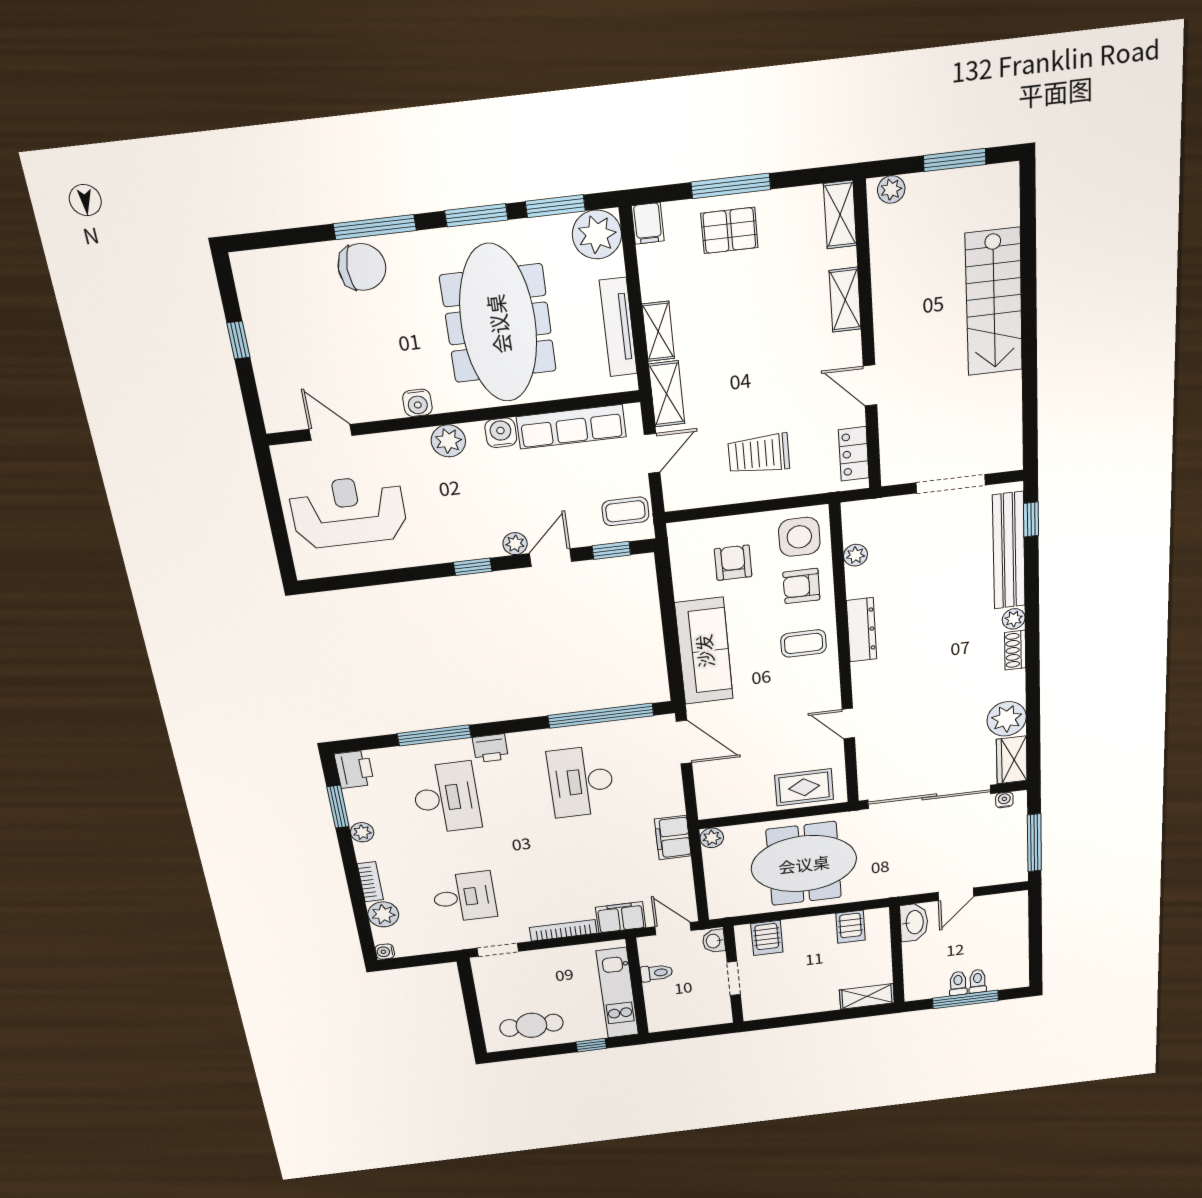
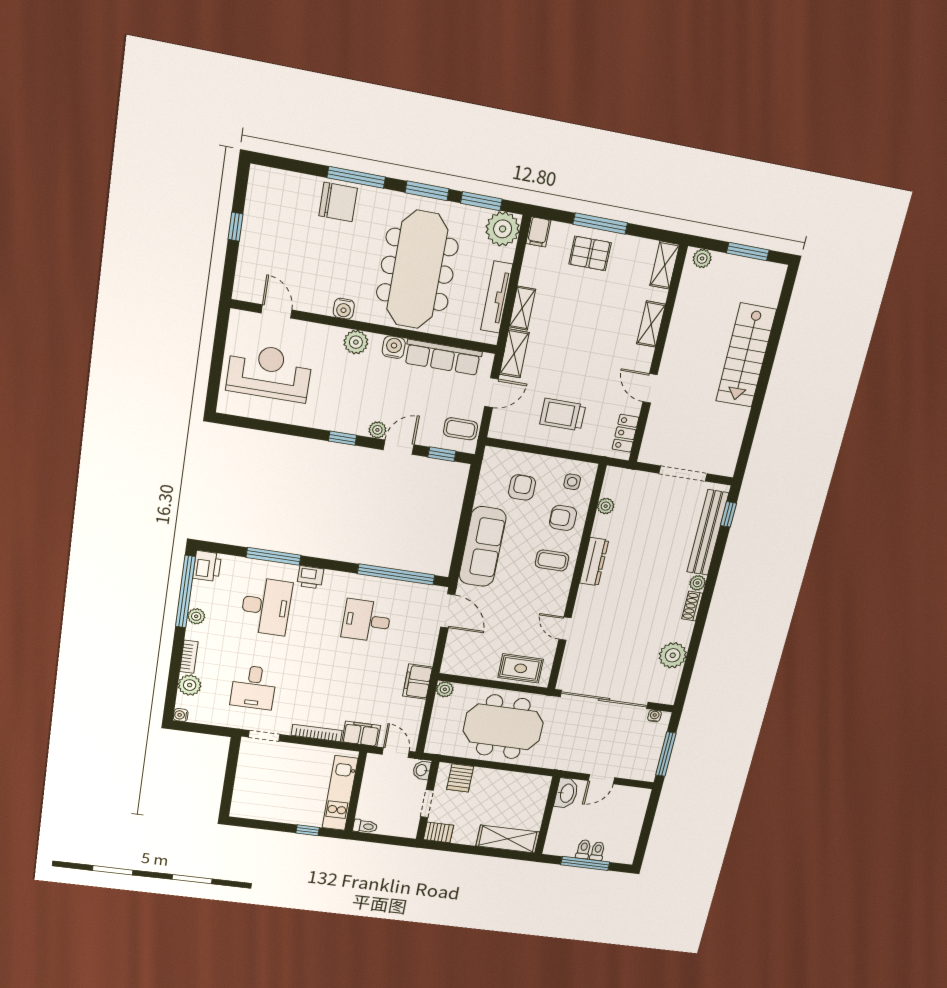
side table: (799, 537) -> (572, 482), width x0.54, depth x0.54
wardrobe: (1012, 760) -> (668, 687), removed
desk: (581, 782) -> (366, 621), width x0.73
window: (338, 807) -> (185, 592), width x2.11
desk: (464, 897) -> (254, 687), turned 90
server rack: (851, 927) -> (438, 832), moved, turned -90
toilet: (656, 973) -> (365, 826), moved
shelving: (867, 996) -> (508, 839), width x1.50, depth x1.33
cafe table: (531, 1025) -> (269, 803), removed

